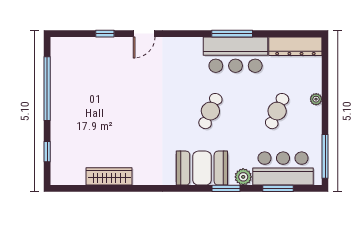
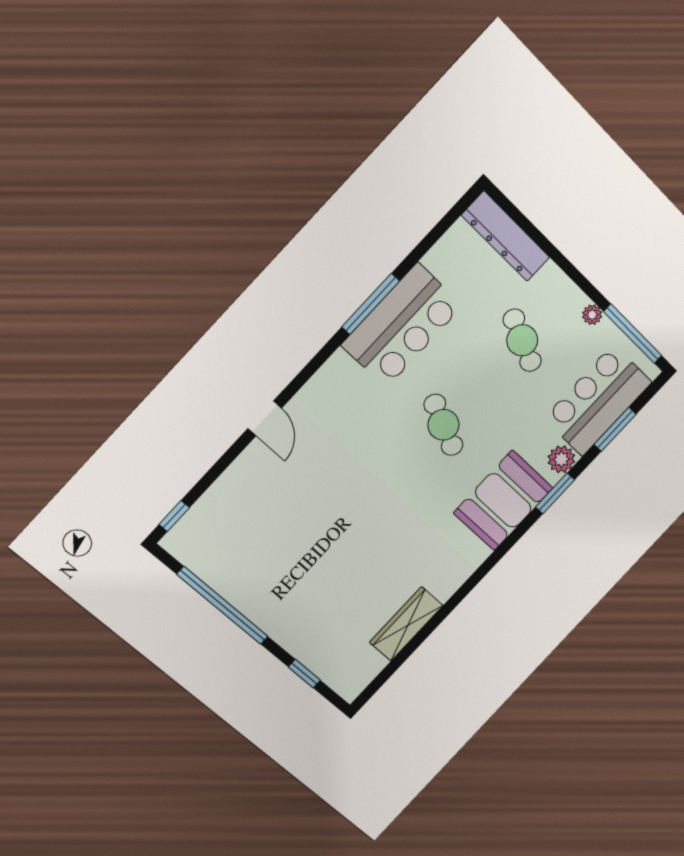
window: (105, 34) -> (174, 516), moved
dresser: (295, 46) -> (506, 236), moved, turned 90
plant: (316, 99) -> (592, 315), moved

